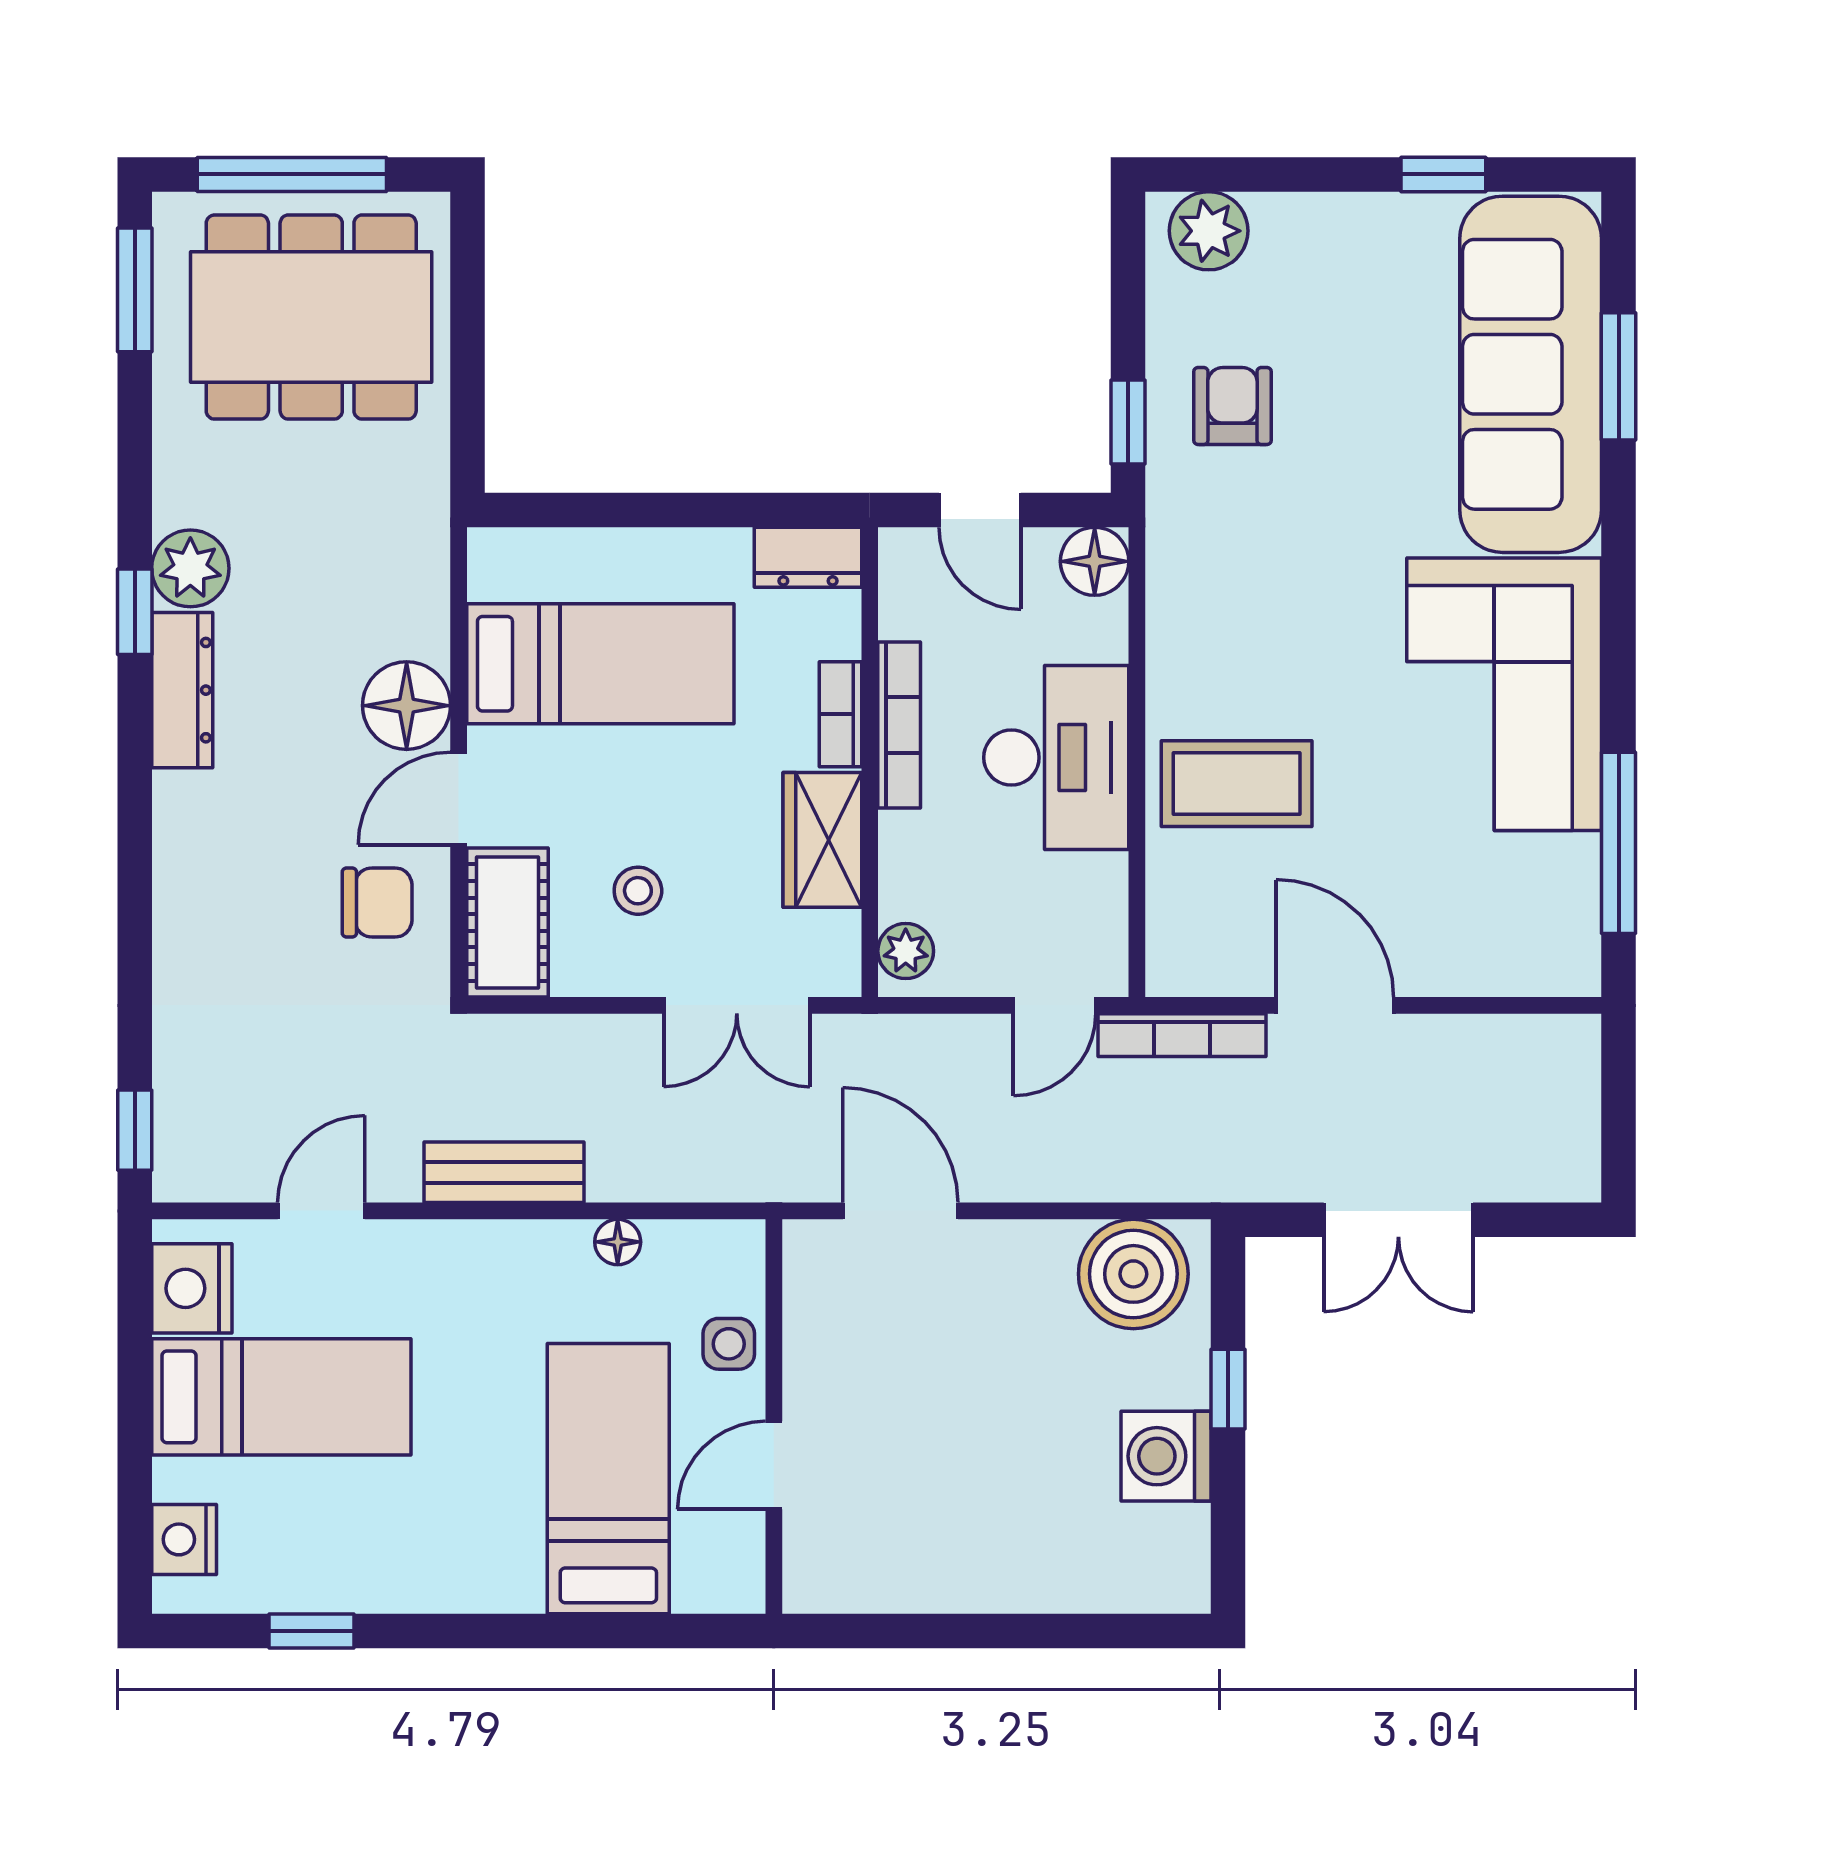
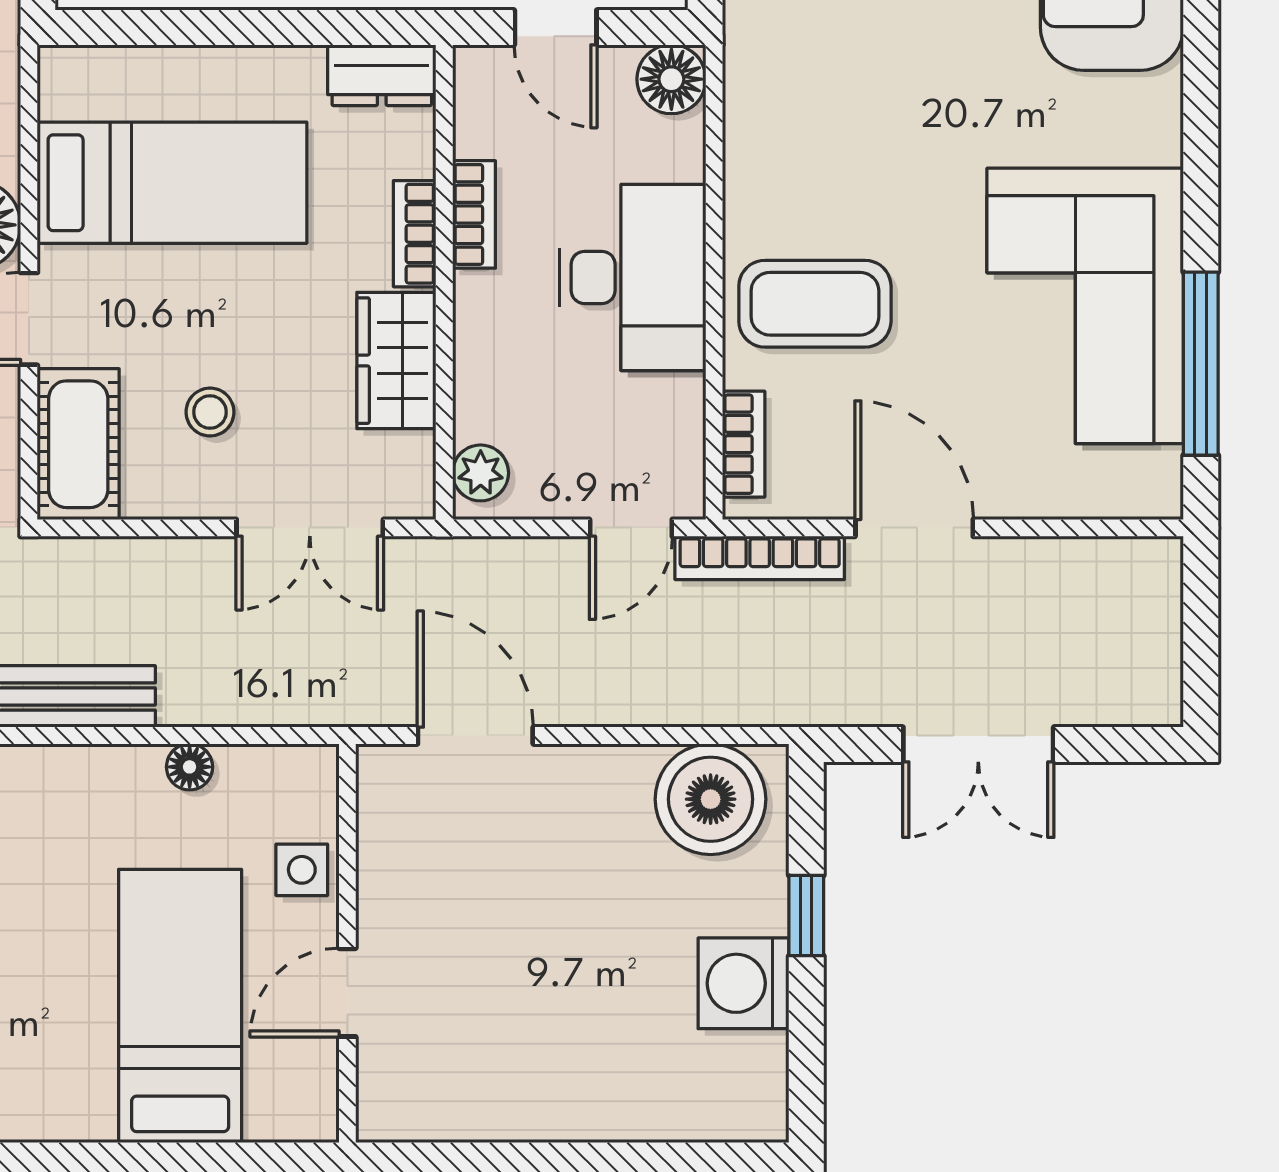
corner sofa: (1504, 694) -> (1085, 306), moved
bookcase: (899, 725) -> (474, 214), width x0.64
bookcase: (1166, 922) -> (744, 444), added

